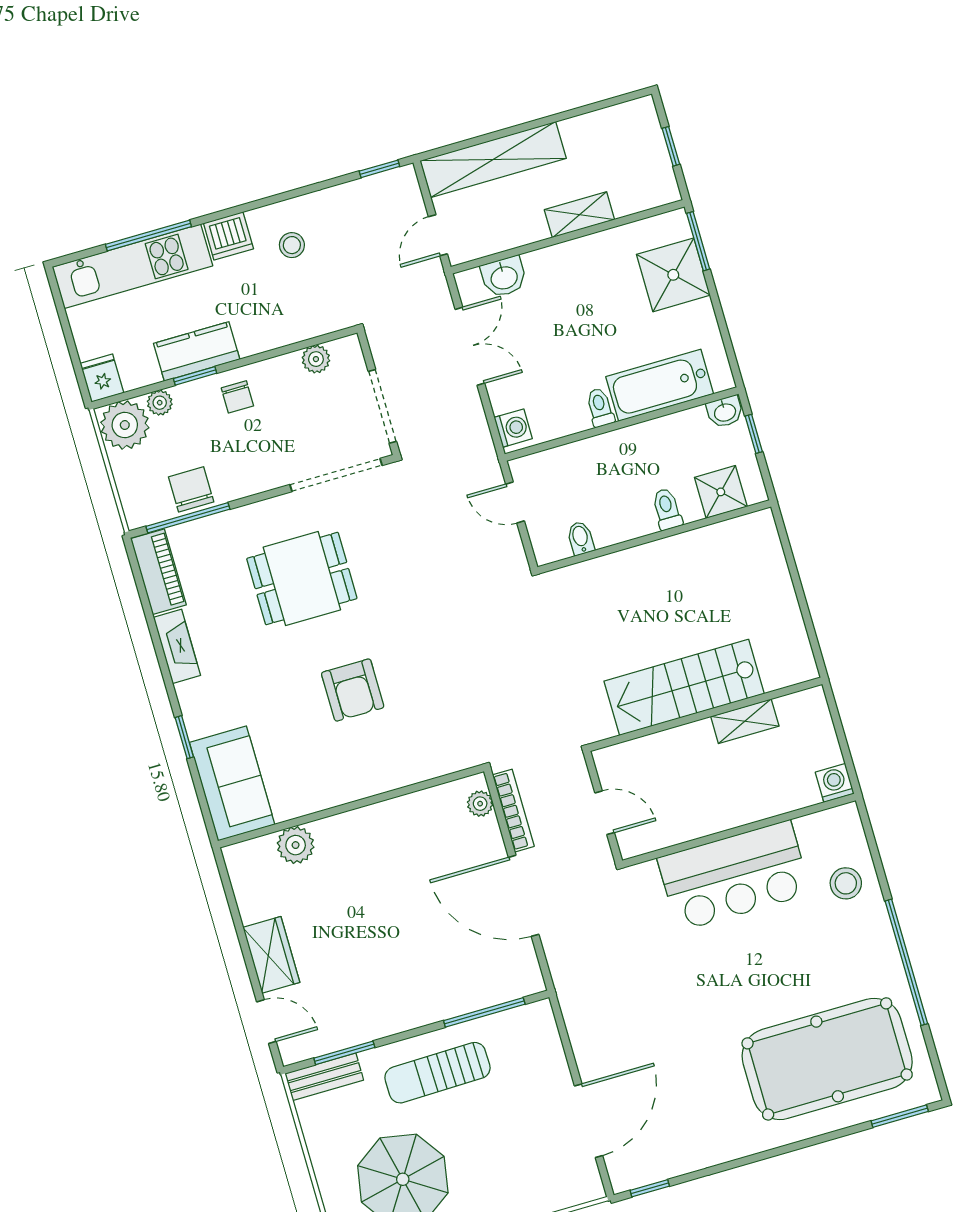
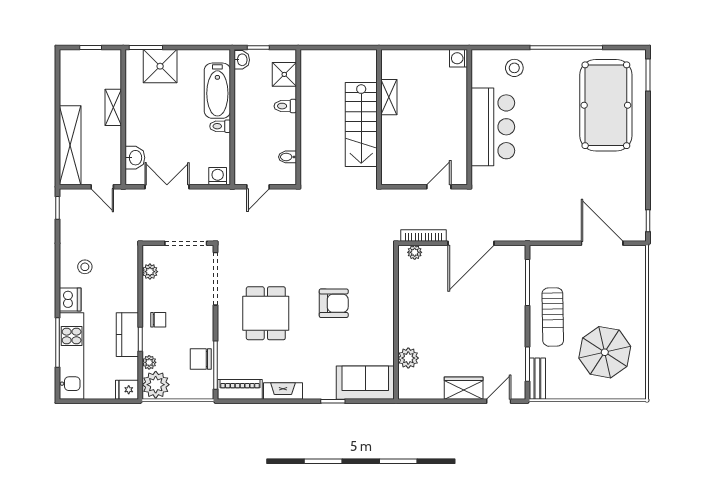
stairs: (684, 687) -> (361, 124), moved
wall: (705, 714) -> (379, 117), moved
shelving: (745, 721) -> (389, 97), moved

